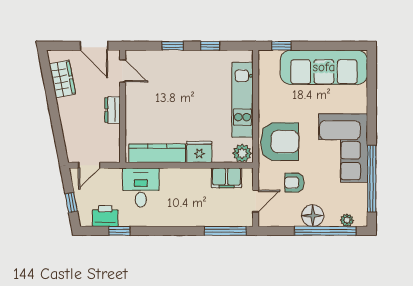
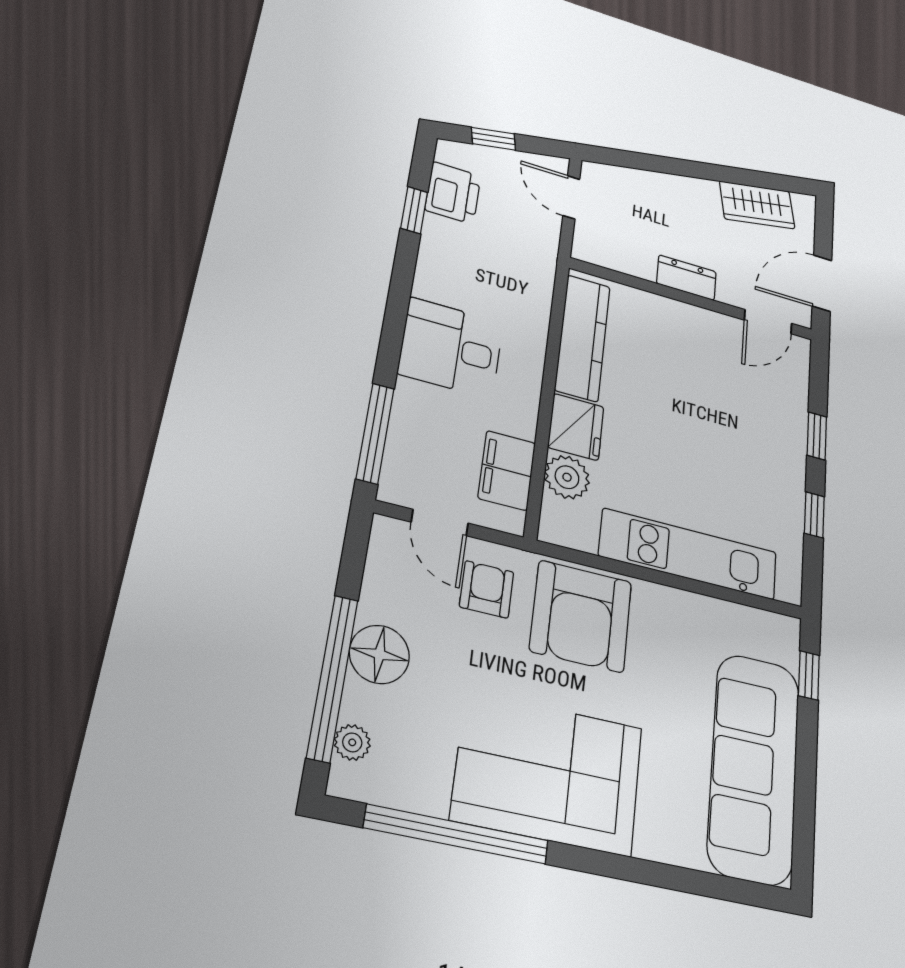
plant: (242, 153) -> (567, 477), moved
armchair: (294, 183) -> (487, 589), moved
desk: (141, 187) -> (451, 348), moved, turned 180

